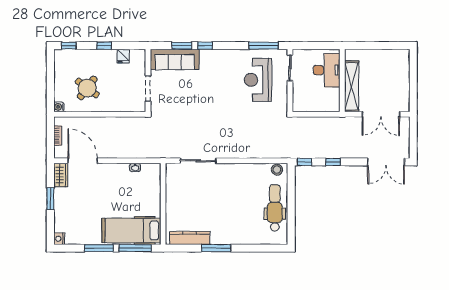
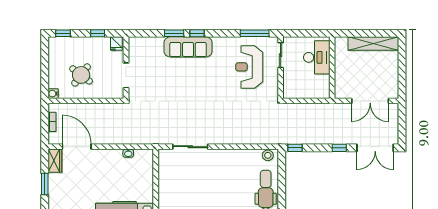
sofa: (175, 59) -> (188, 47), moved
wall: (148, 81) -> (126, 68), moved
shelving: (352, 86) -> (373, 44), moved, turned 90
doorway: (148, 88) -> (126, 75), moved
window: (333, 162) -> (339, 148), moved

